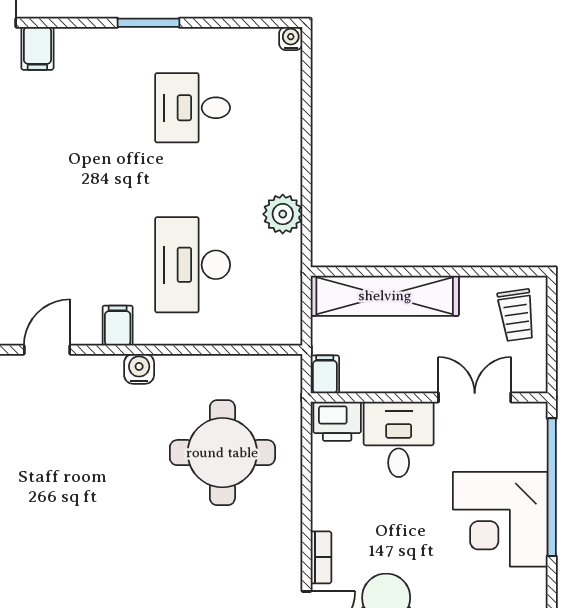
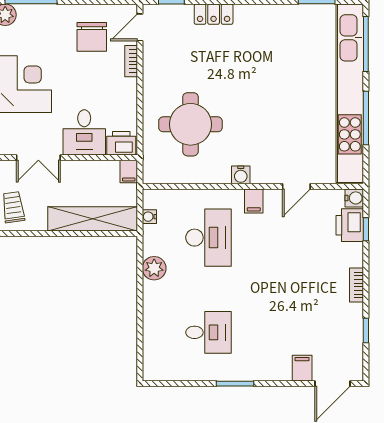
water cooler: (291, 39) -> (149, 217), moved, turned 90

